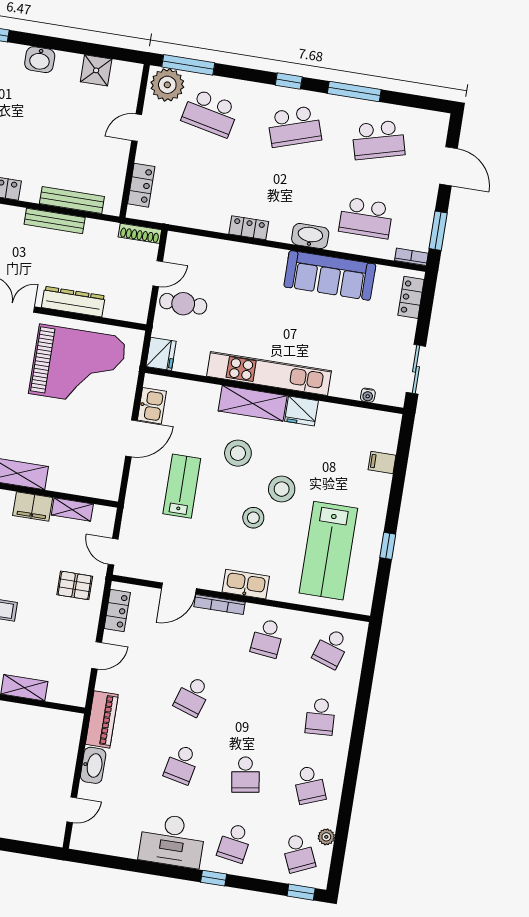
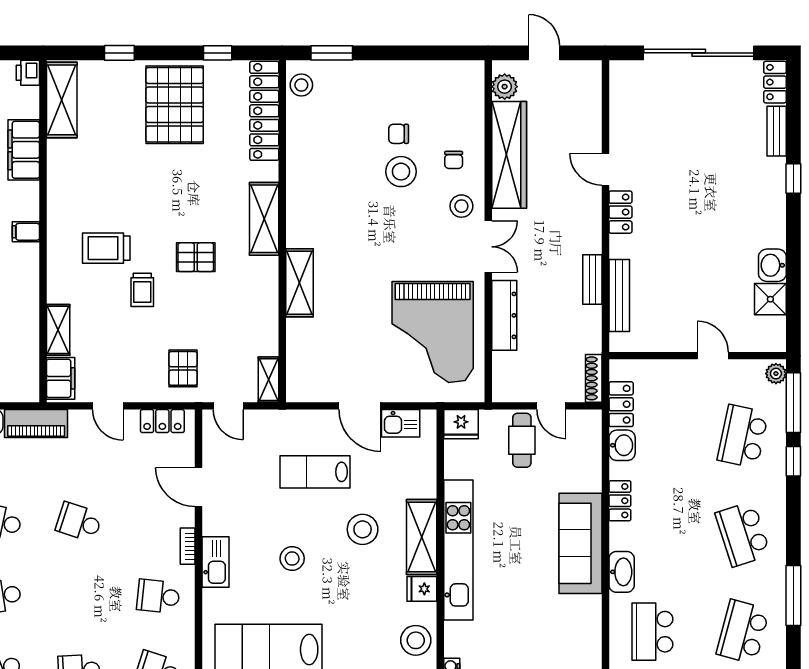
washbasin: (40, 60) -> (772, 265), moved
window: (289, 81) -> (793, 461), moved
plant: (167, 85) -> (776, 374), width x0.53, depth x0.53
school desk: (378, 140) -> (743, 632), turned 30
locker: (141, 185) -> (621, 404), moved, turned -90
washbasin: (201, 218) -> (622, 445), added
bench: (55, 221) -> (592, 279), width x0.73
sofa: (330, 275) -> (581, 543), moved
fridge: (301, 411) -> (422, 589), width x0.72
lab bench: (182, 486) -> (315, 472), turned 180
stool: (282, 489) -> (416, 640), moved
filing cabinet: (33, 507) -> (61, 378), moved, turned 180
shelving: (72, 510) -> (269, 380), moved
door: (113, 552) -> (228, 406), swing flipped
bookcase: (220, 605) -> (188, 546), width x0.64

